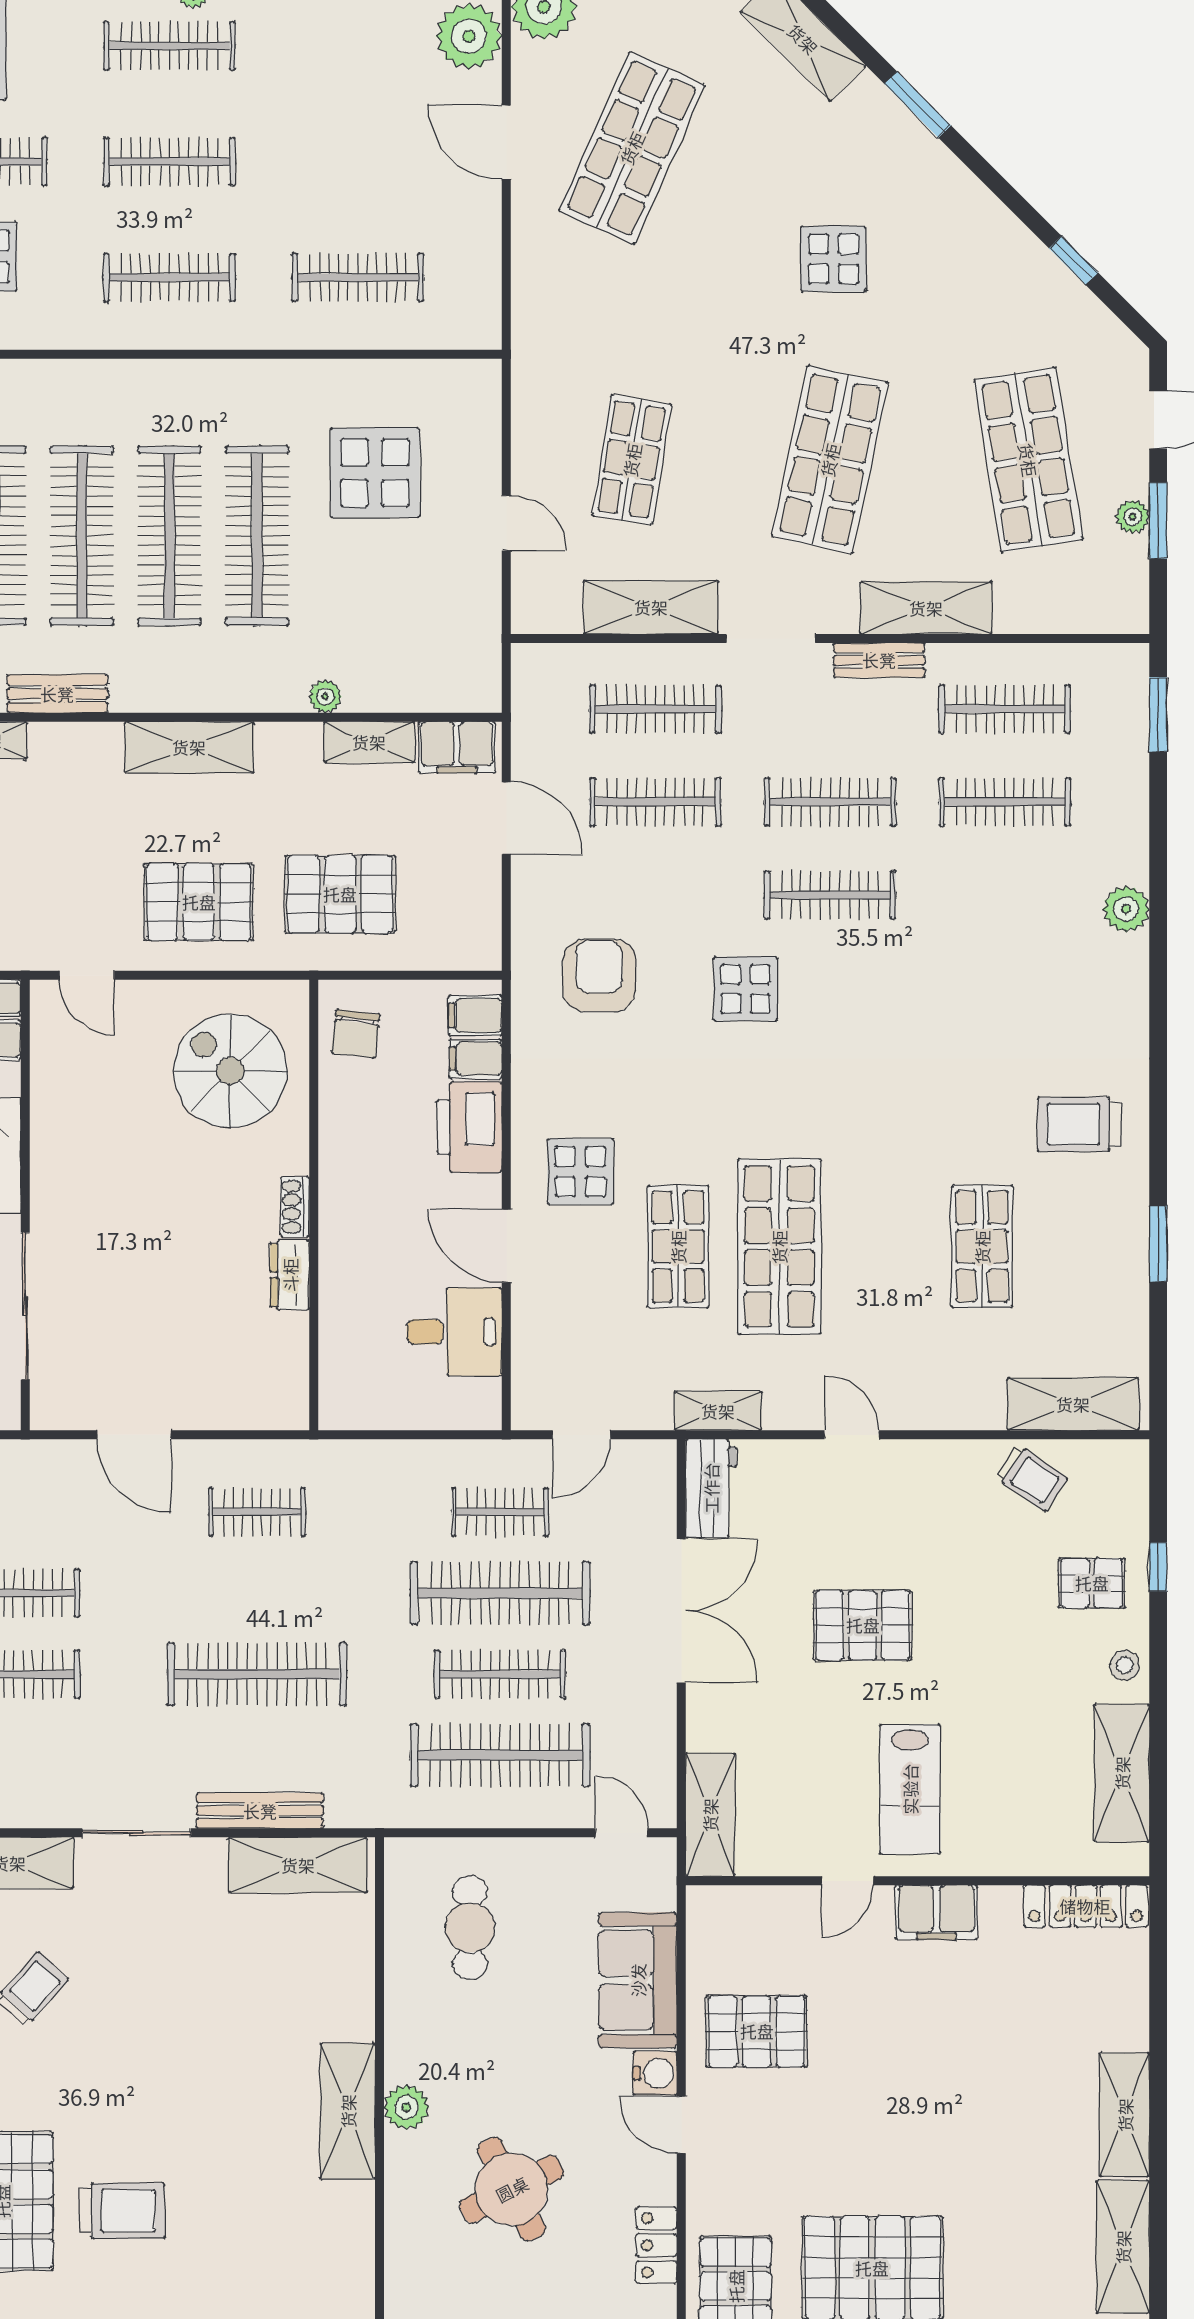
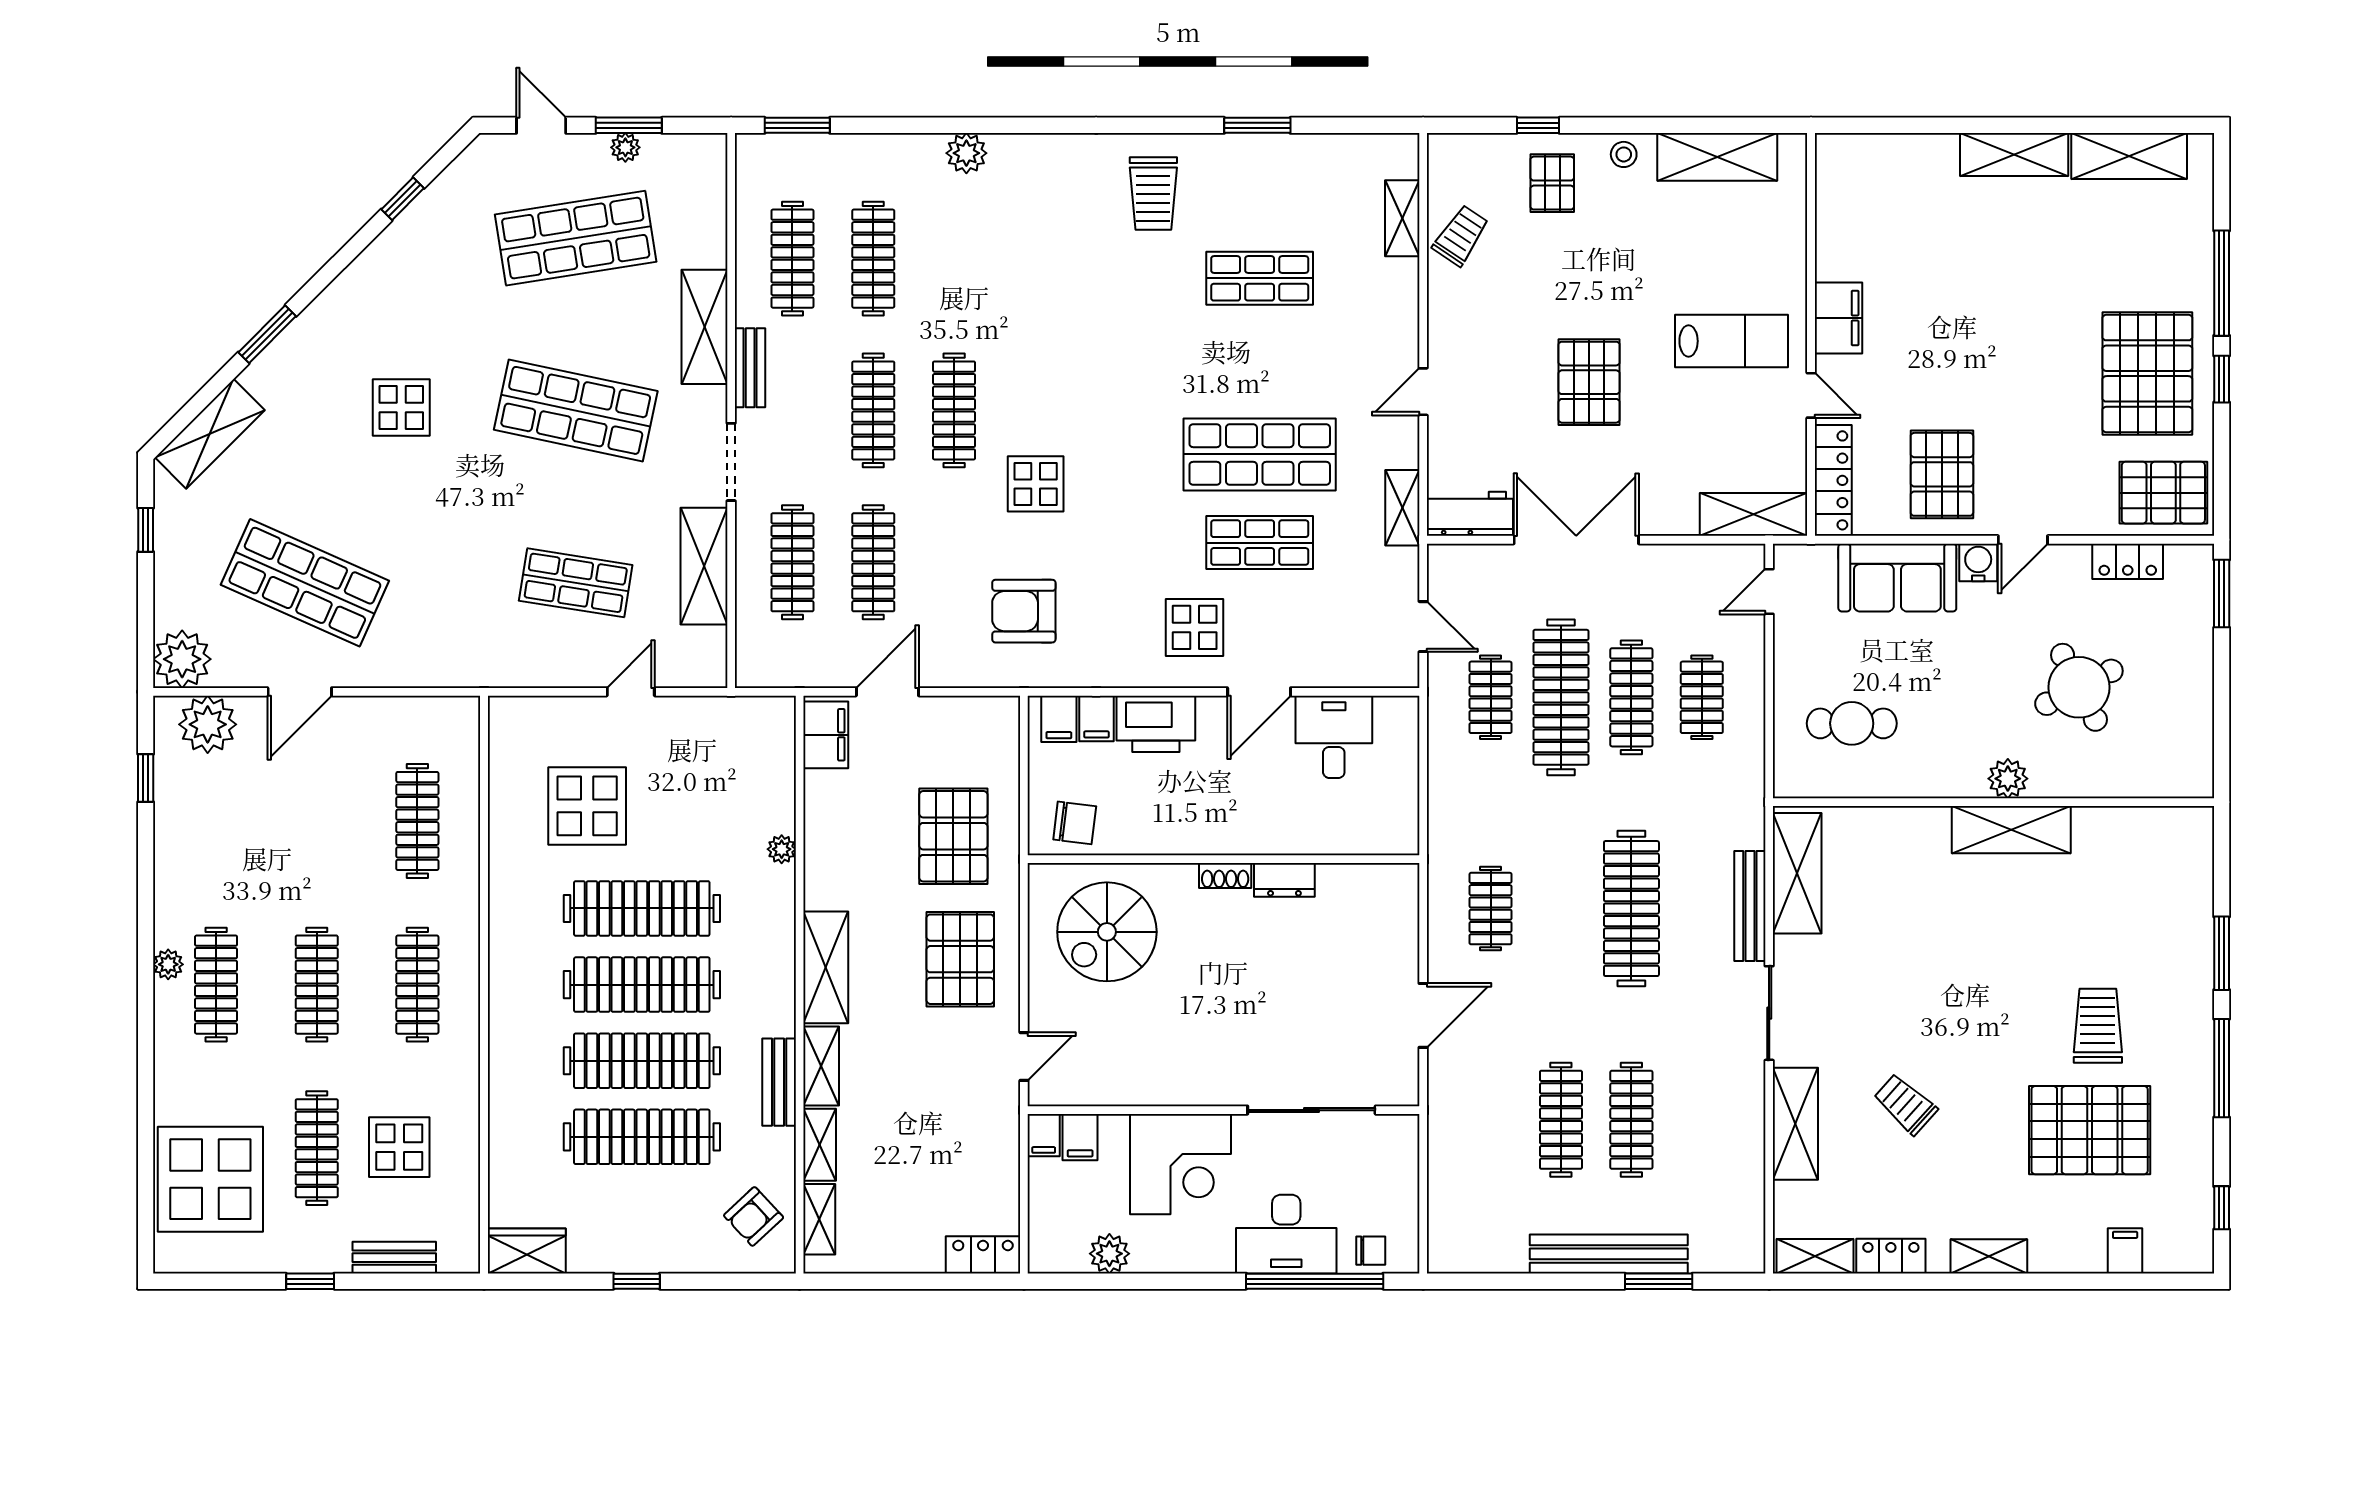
shelving: (369, 742) -> (821, 1066), moved
shelving: (1073, 1404) -> (1402, 218), width x0.67, depth x0.75
clothes rail: (500, 1755) -> (1702, 697), width x0.54, depth x0.76
locker: (1085, 1906) -> (1833, 480), moved

